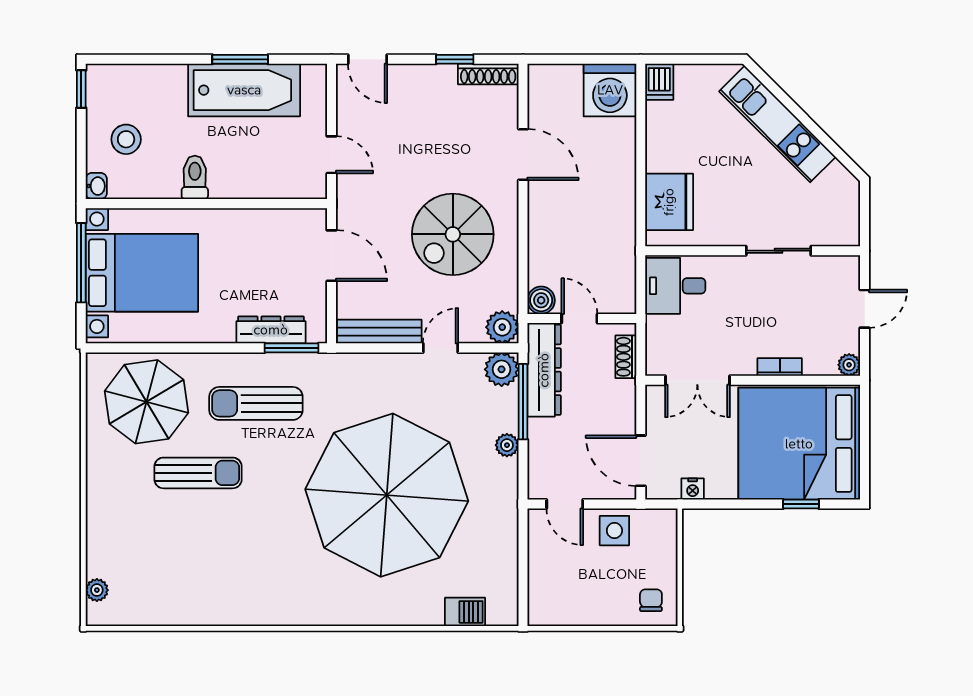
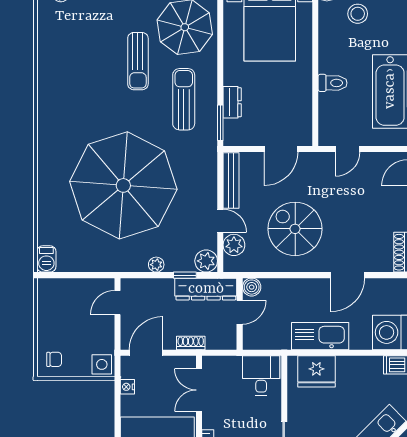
toilet: (195, 177) -> (333, 83), moved
kitchen sink: (616, 196) -> (320, 336), added
plant: (502, 327) -> (234, 245), moved
dresser: (271, 330) -> (232, 102), width x0.70
shoe rack: (626, 357) -> (191, 343), moved
window: (523, 402) -> (185, 275), width x0.46
side table: (614, 531) -> (102, 364), moved
barbecue: (465, 612) -> (46, 259), moved

